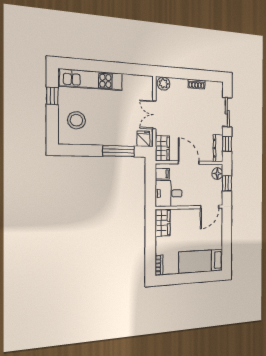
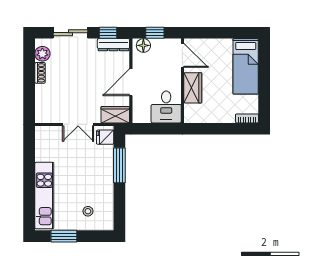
plant: (164, 84) -> (42, 54), moved
window: (52, 96) -> (64, 236), width x1.50
stool: (76, 120) -> (88, 211), width x0.53, depth x0.53
filing cabinet: (162, 174) -> (144, 115), removed
wardrobe: (163, 223) -> (193, 88), moved, turned 90

